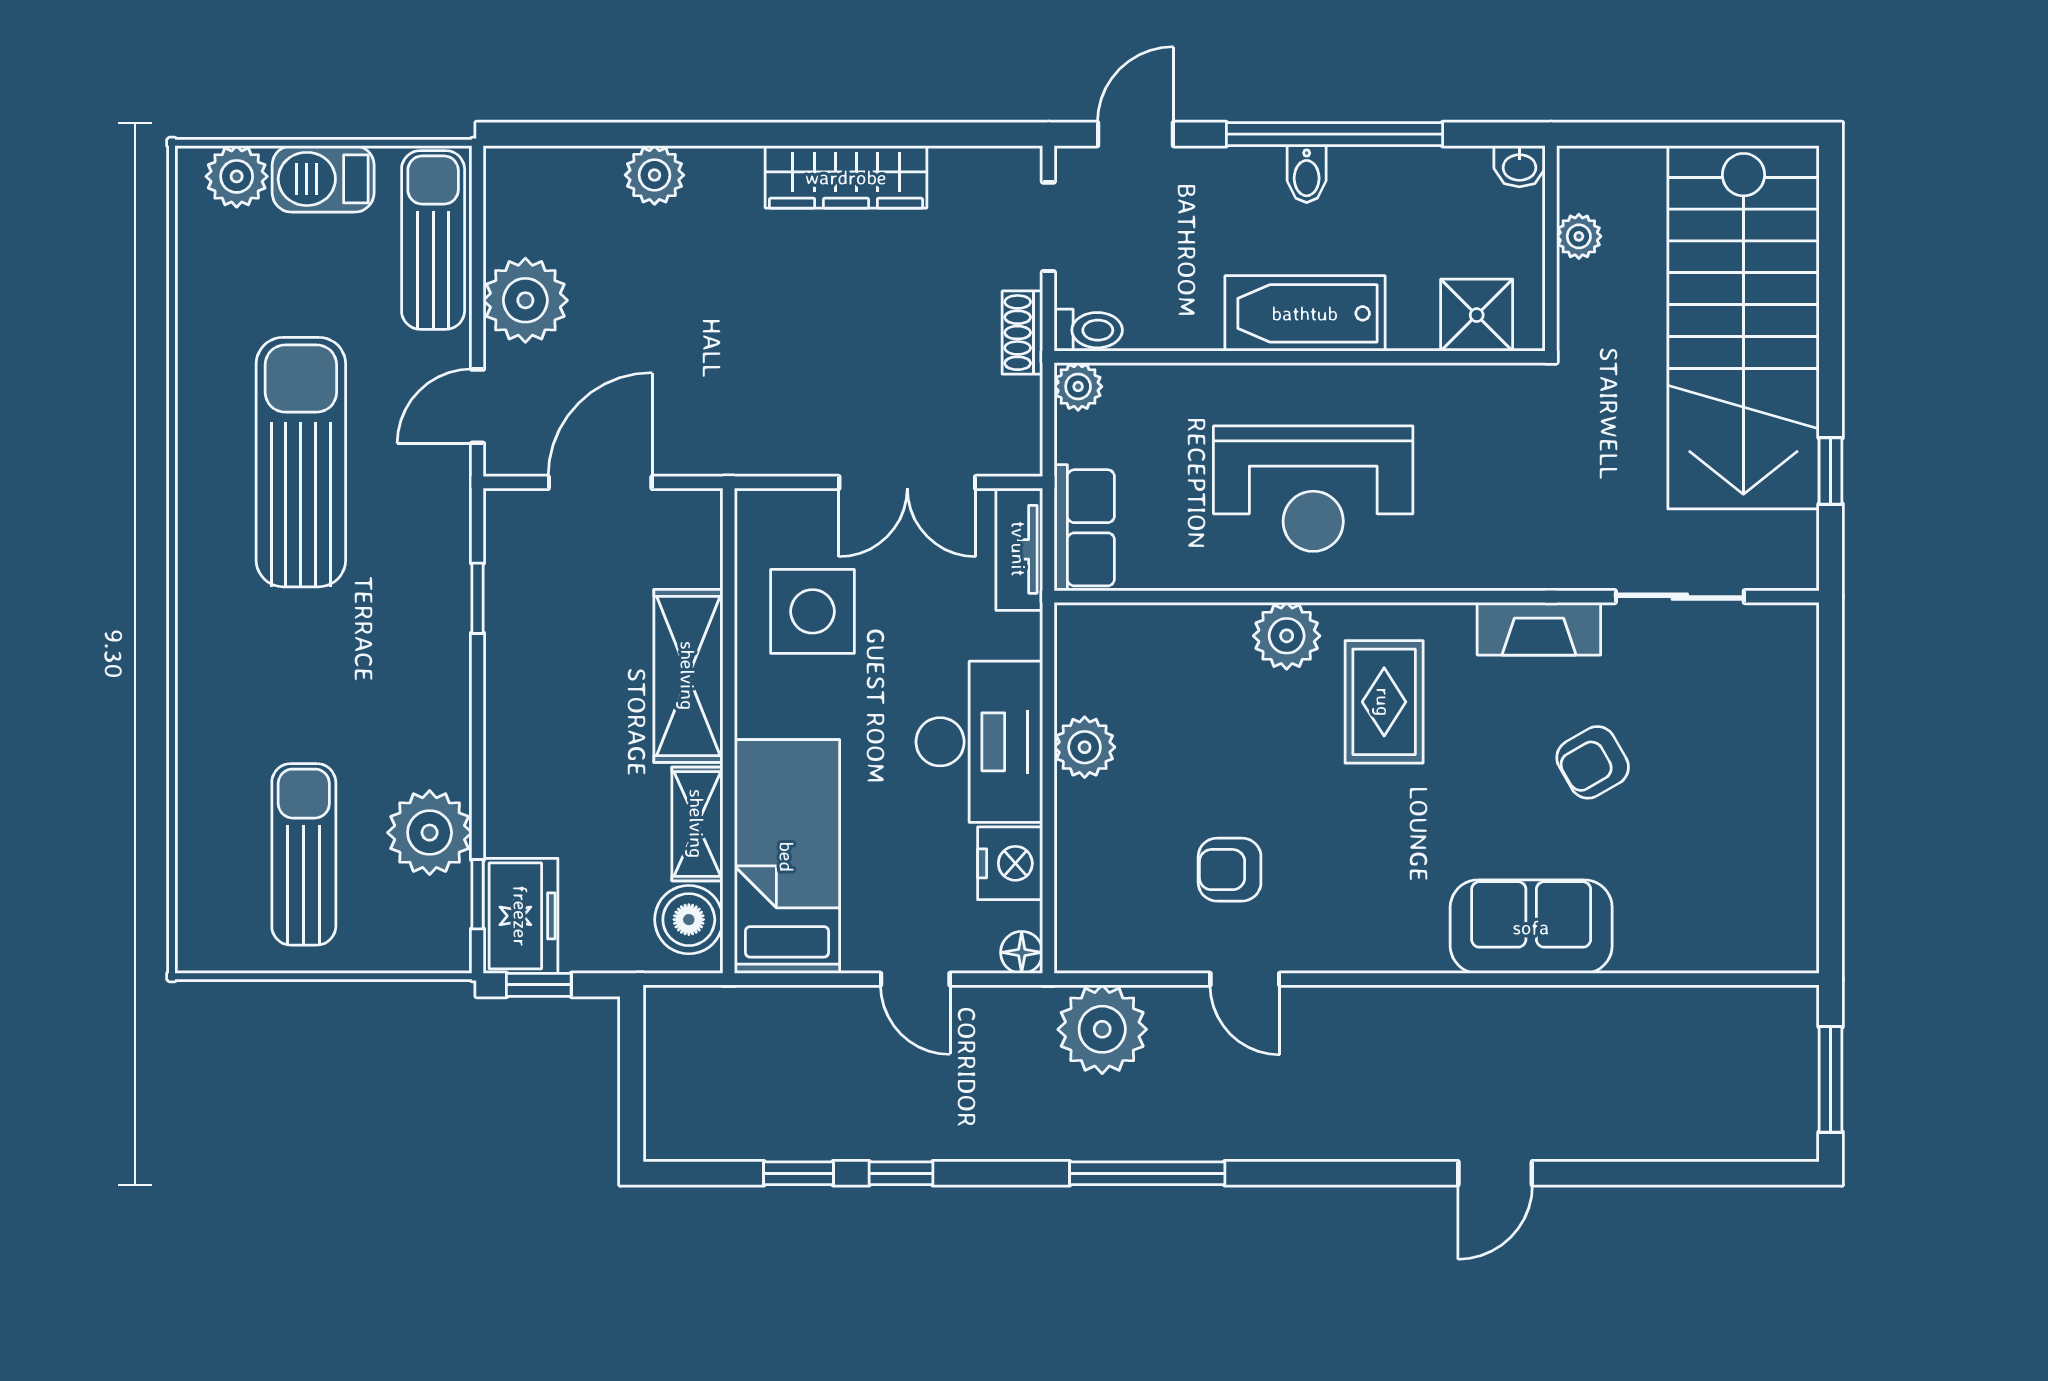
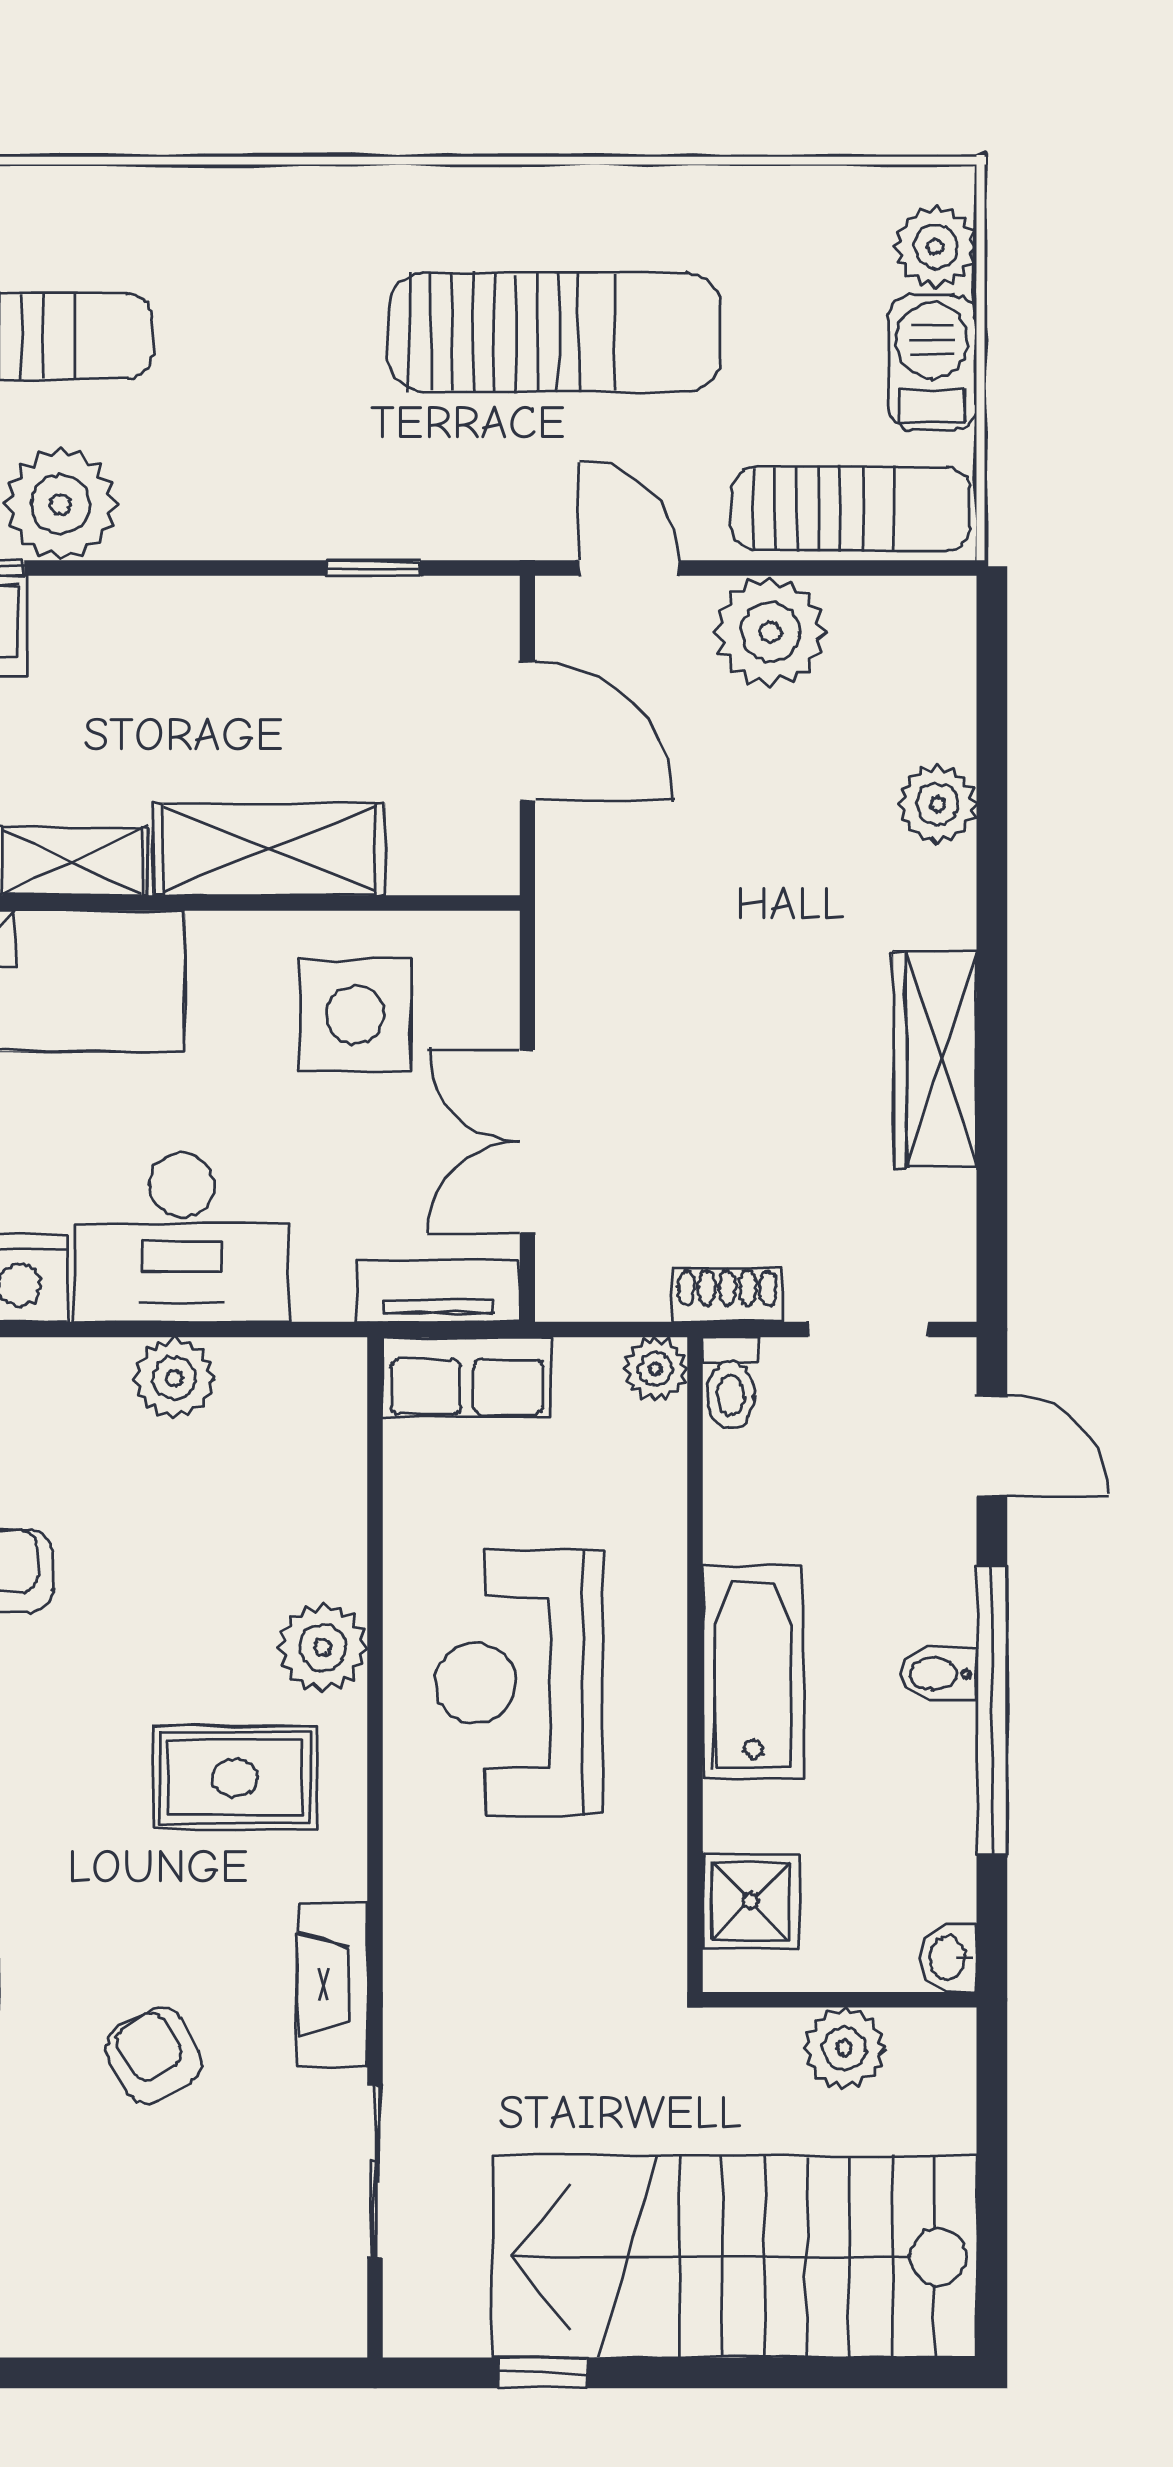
plant: (1579, 236) -> (844, 2048), width x1.38, depth x1.38

